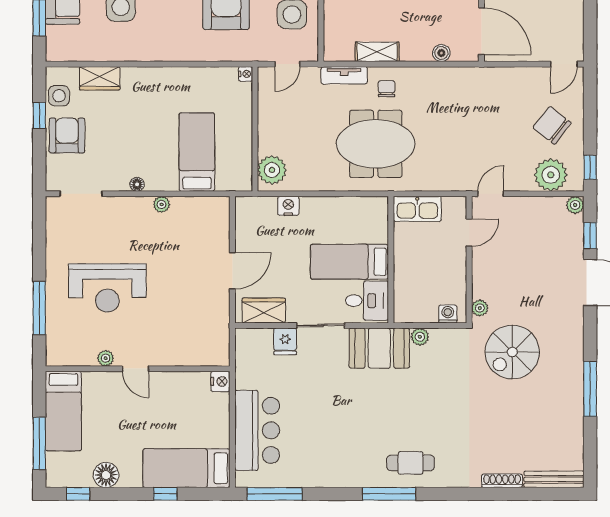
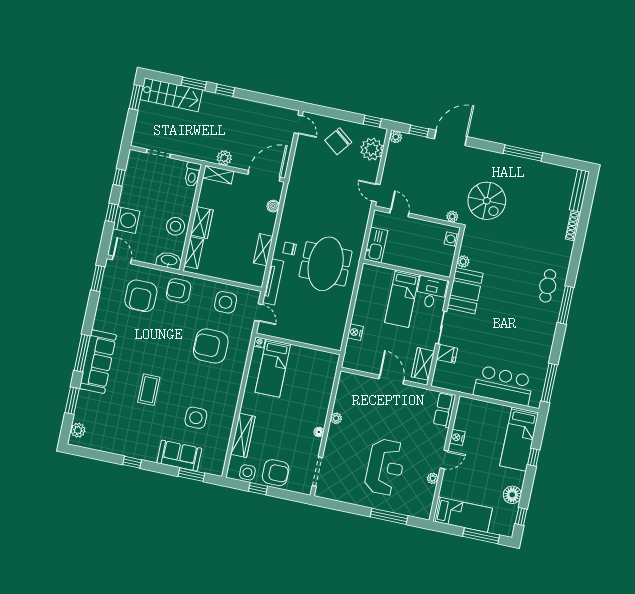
tv unit: (344, 75) -> (273, 282), width x1.41
wardrobe: (100, 78) -> (243, 435), width x1.50
armchair: (67, 135) -> (276, 473), turned 180
bed: (197, 152) -> (273, 368), moved, turned -90
plant: (272, 170) -> (328, 338), removed
row of seats: (205, 355) -> (445, 410), added
nightstand: (220, 381) -> (457, 437), moved, turned -90

